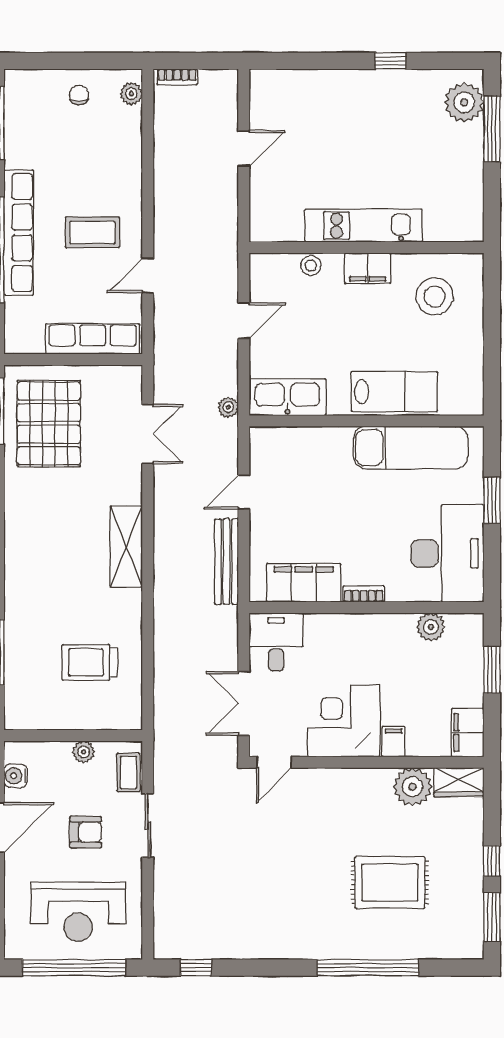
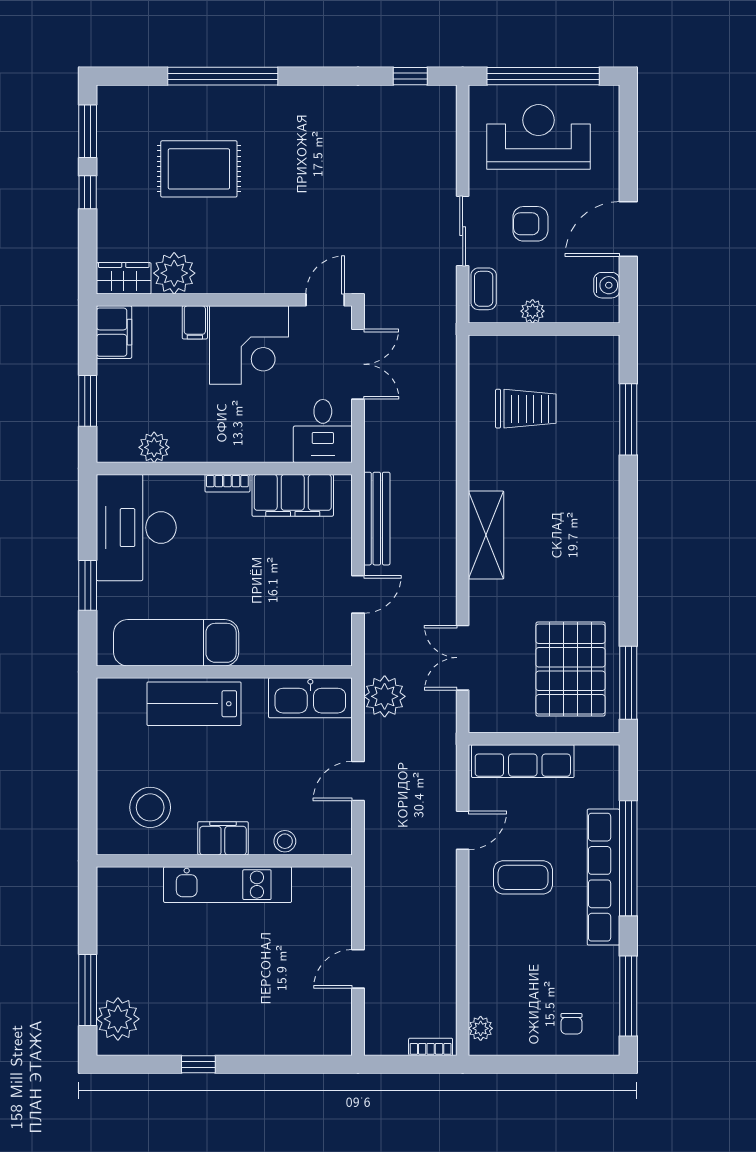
chair: (79, 95) -> (571, 1024), moved
plant: (228, 407) -> (385, 696), width x1.88, depth x1.88

